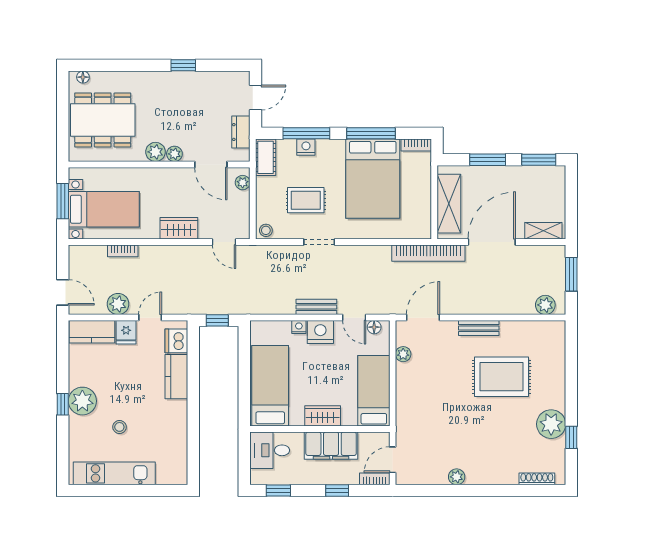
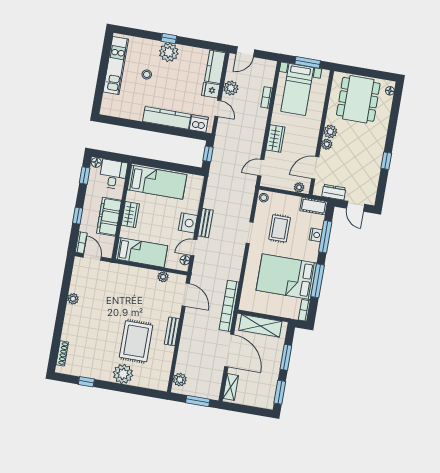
nightstand: (299, 327) -> (194, 209), removed
kitchen counter: (176, 377) -> (167, 118), width x1.50
plant: (551, 424) -> (123, 374), moved
floor lamp: (257, 477) -> (96, 162), added

